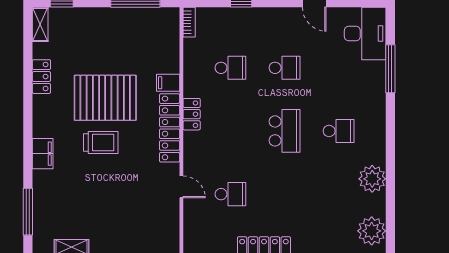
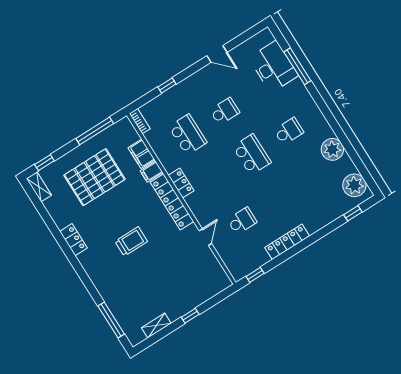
desk: (365, 33) -> (273, 67), moved
school desk: (230, 68) -> (188, 135), width x1.85
locker: (41, 77) -> (73, 240), moved
pallet: (105, 98) -> (94, 177), moved
filing cabinet: (43, 154) -> (141, 154), moved, turned 180
door: (181, 187) -> (205, 237), hinge flipped

